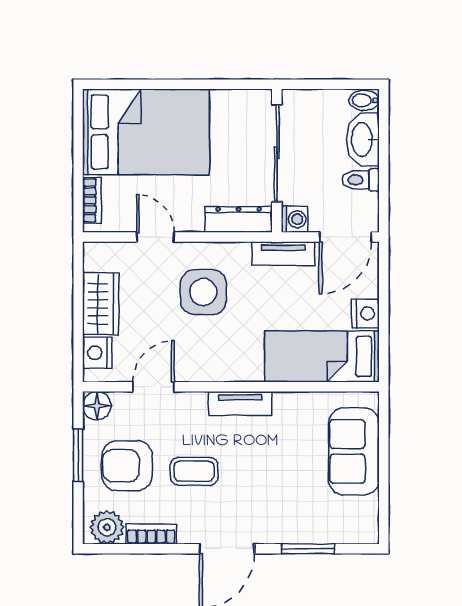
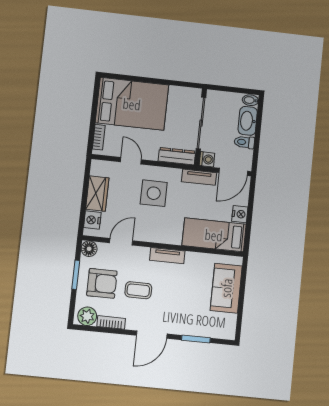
armchair: (127, 466) -> (102, 283), turned 180

